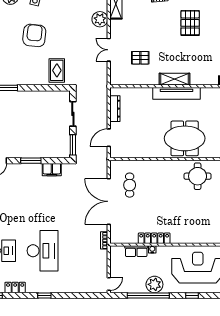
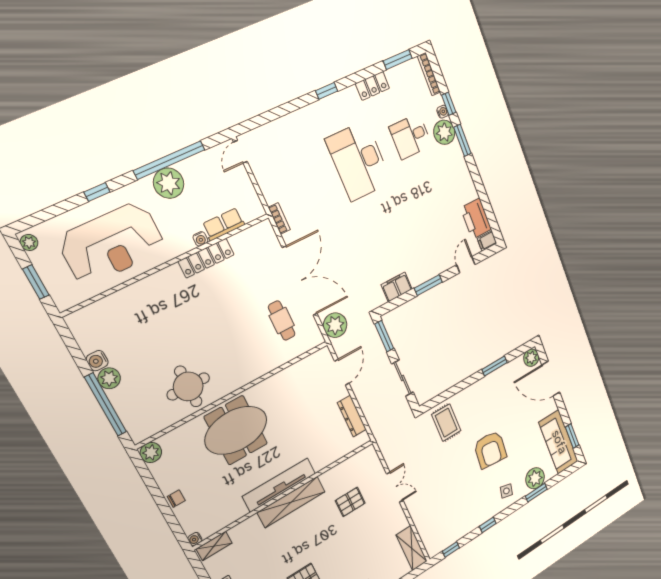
plant: (100, 19) -> (335, 325), moved
shelving: (175, 79) -> (291, 502), width x1.47

